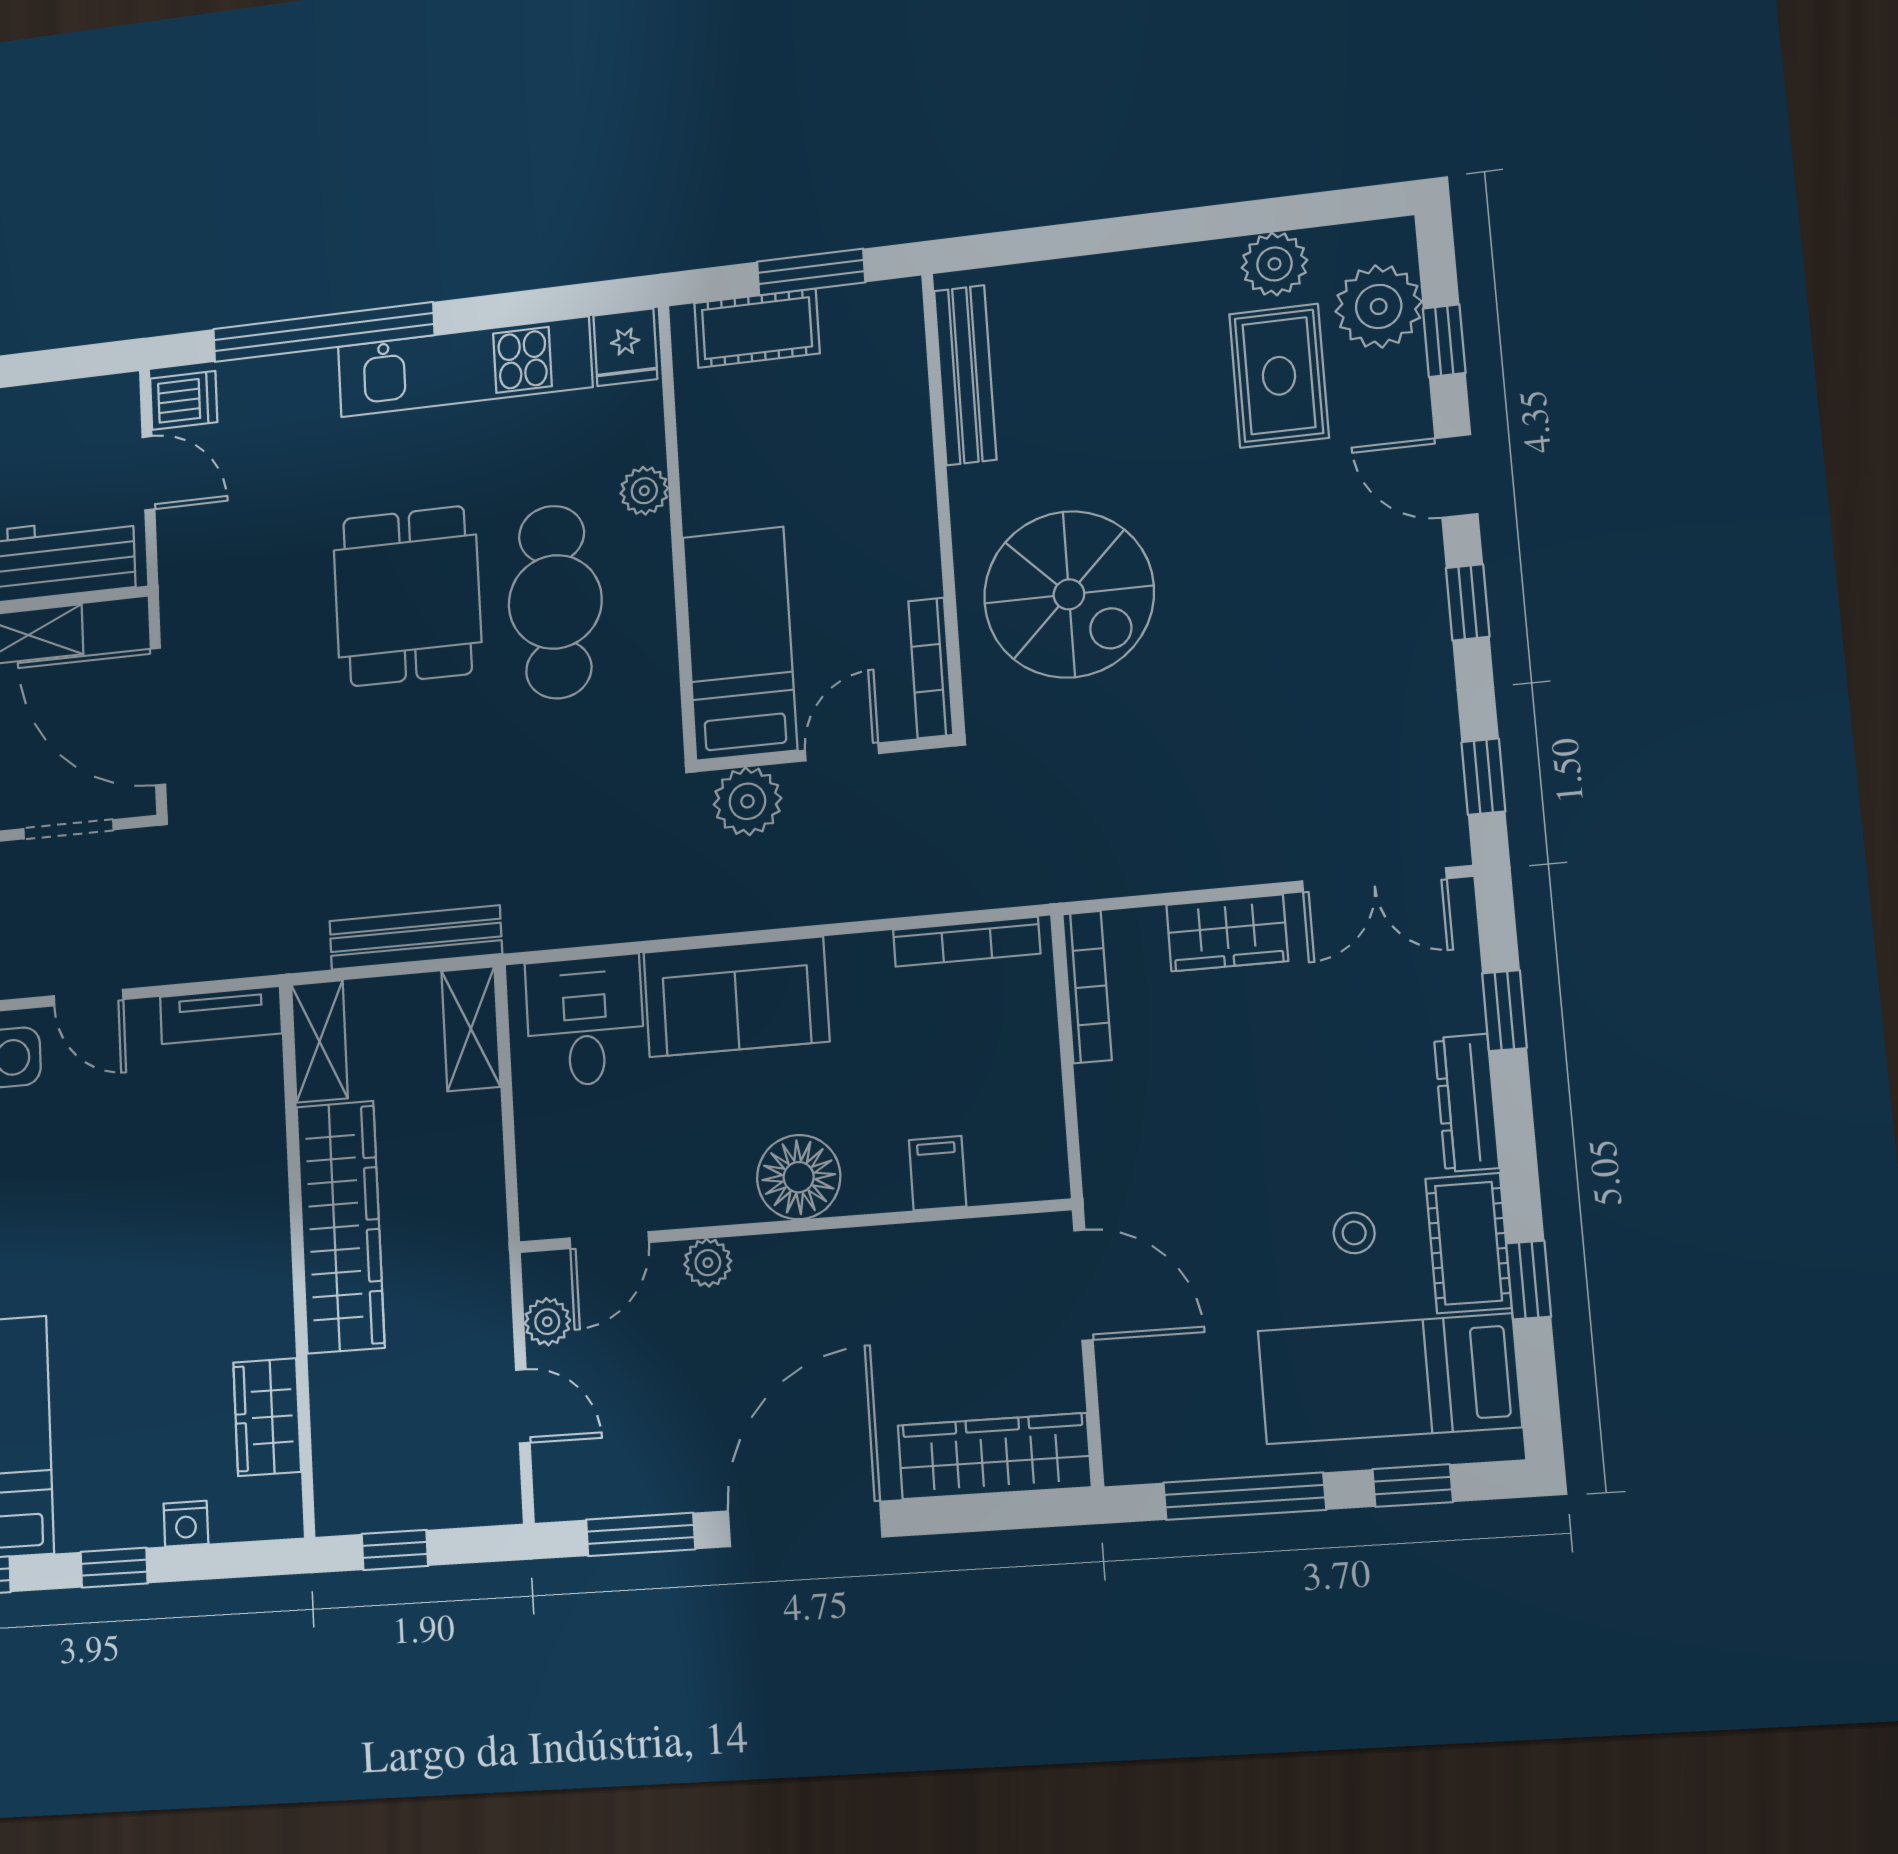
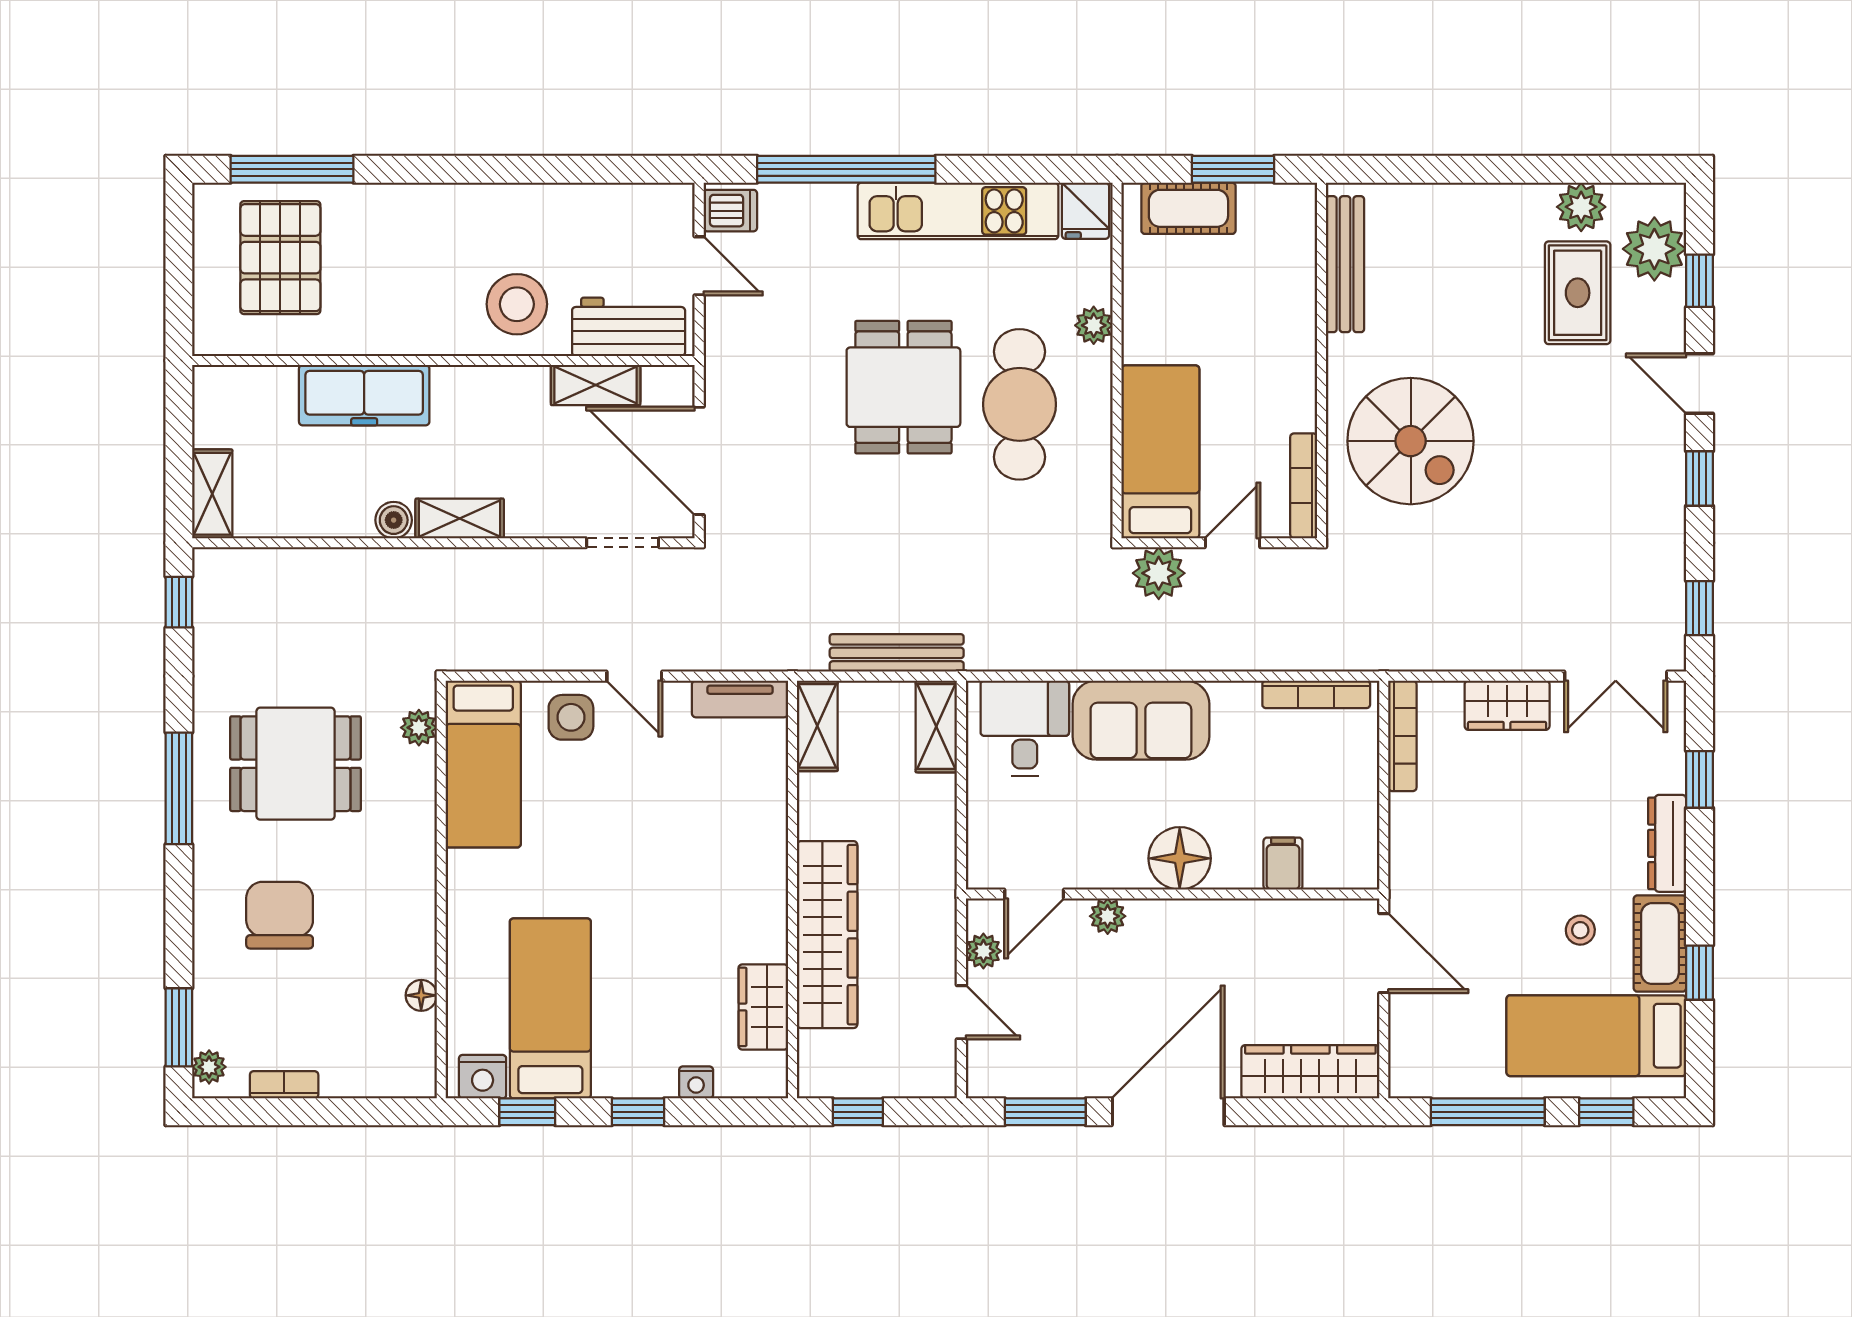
wardrobe: (340, 1227) -> (827, 935), moved

